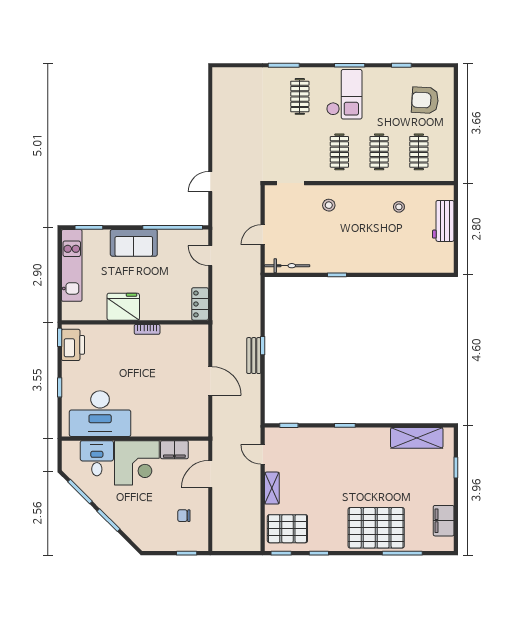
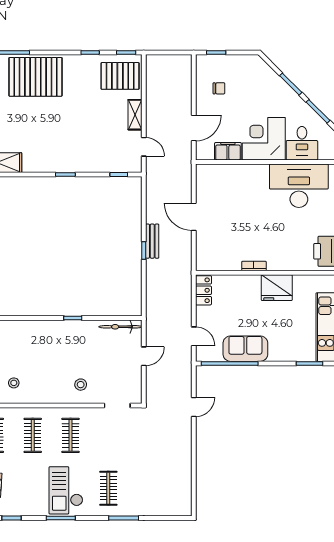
sofa: (134, 243) -> (245, 349), moved

